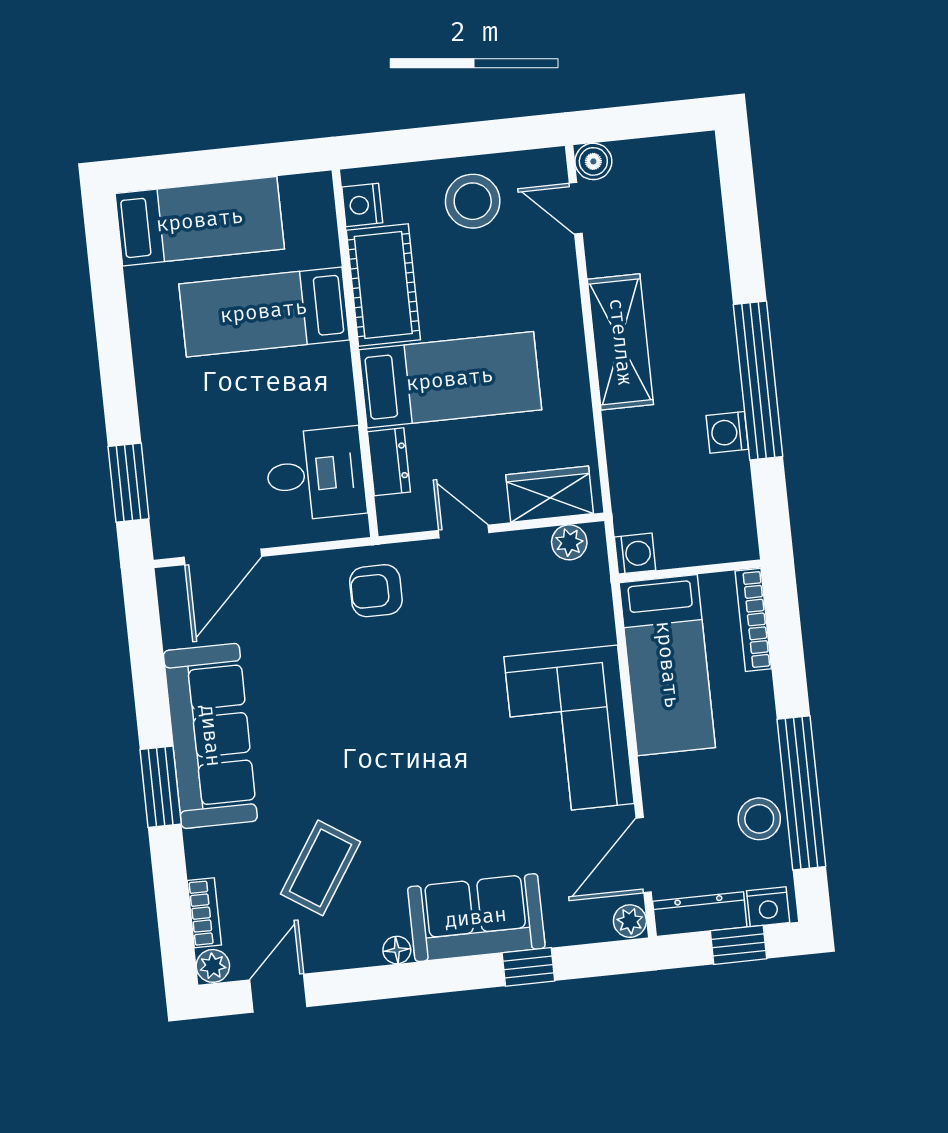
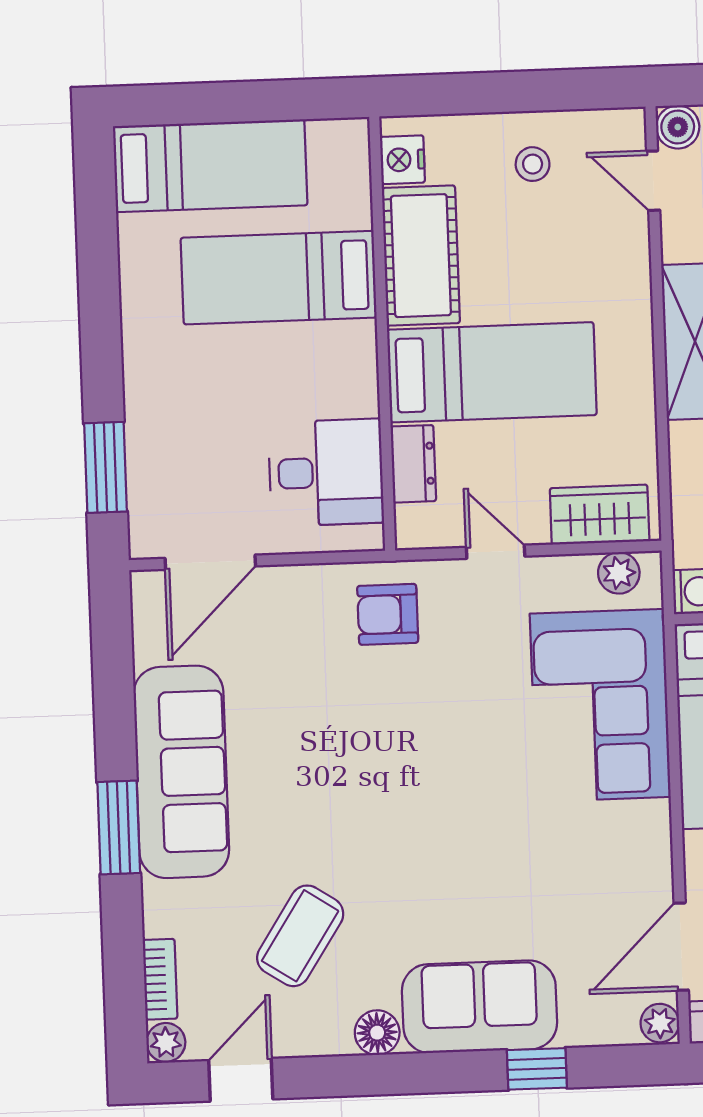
stool: (473, 201) -> (533, 164), width x0.53, depth x0.53
corner sofa: (569, 730) -> (600, 705), moved
floor lamp: (397, 950) -> (377, 1033), width x1.37, depth x1.37

